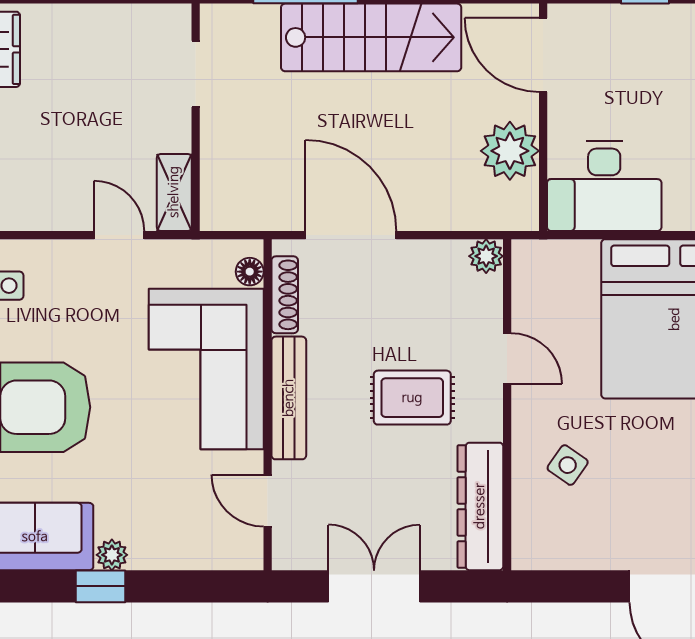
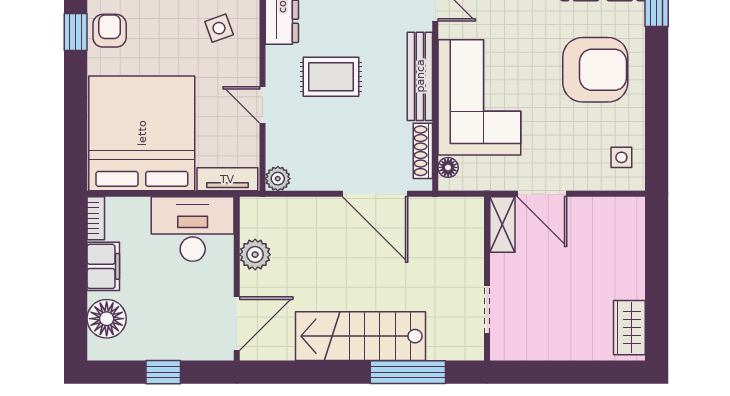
door: (543, 55) -> (237, 324), hinge flipped
plant: (510, 151) -> (255, 255), width x0.73, depth x0.73
door: (119, 235) -> (542, 194), width x1.38
tv unit: (556, 255) -> (227, 179), added
side table: (568, 465) -> (219, 28), turned 35

